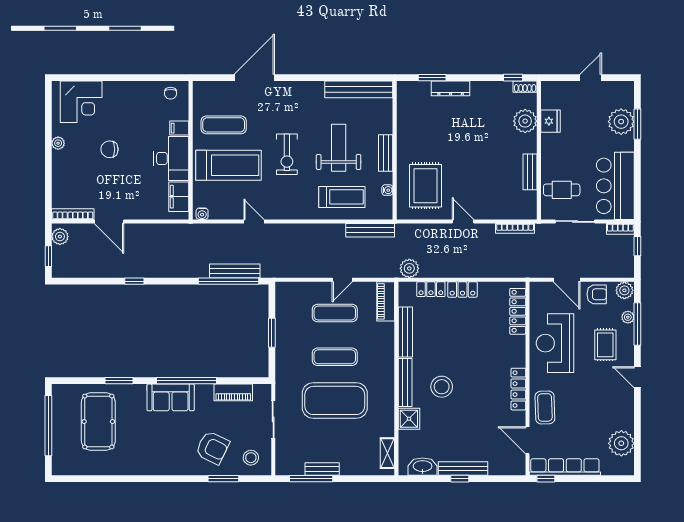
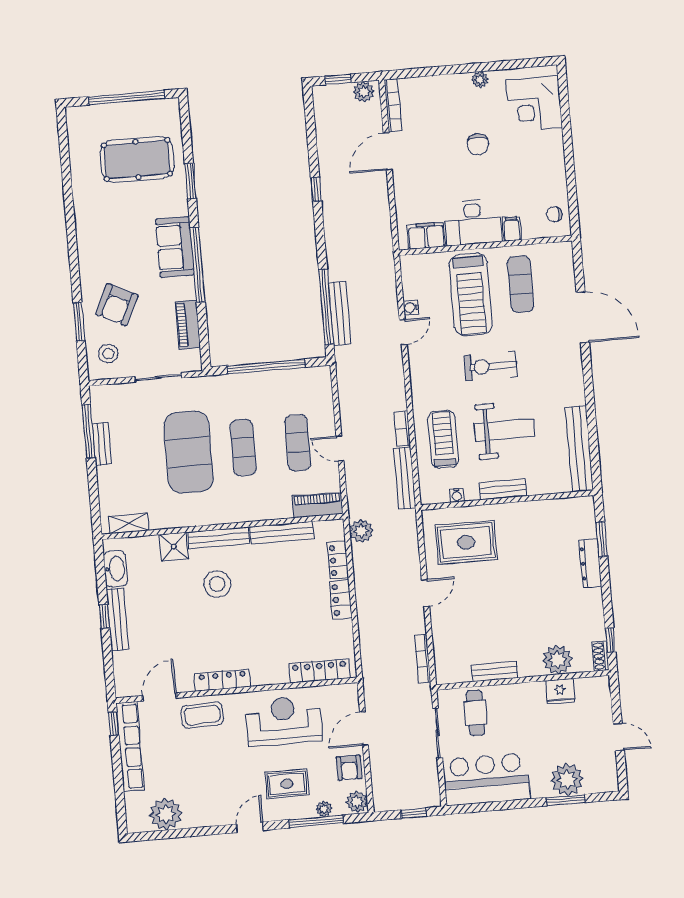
chair: (109, 149) -> (478, 144), turned 180
treadmill: (342, 197) -> (443, 439), turned 180
water cooler: (202, 214) -> (411, 308), moved
bookcase: (620, 229) -> (402, 429), moved
window: (272, 333) -> (266, 366), width x2.11

